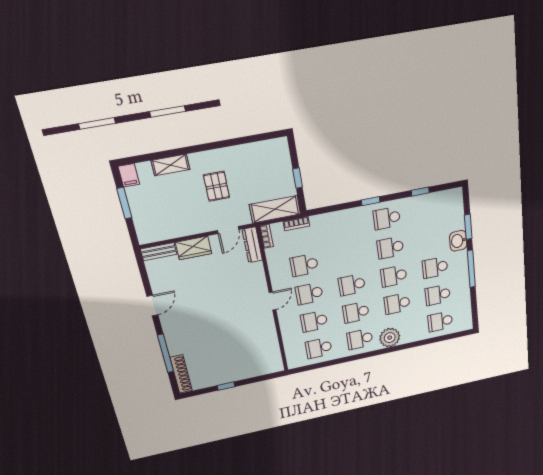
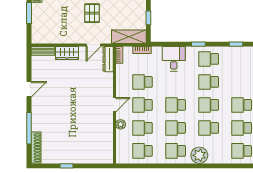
desk: (341, 227) -> (174, 59), added
plant: (285, 323) -> (121, 124), added

